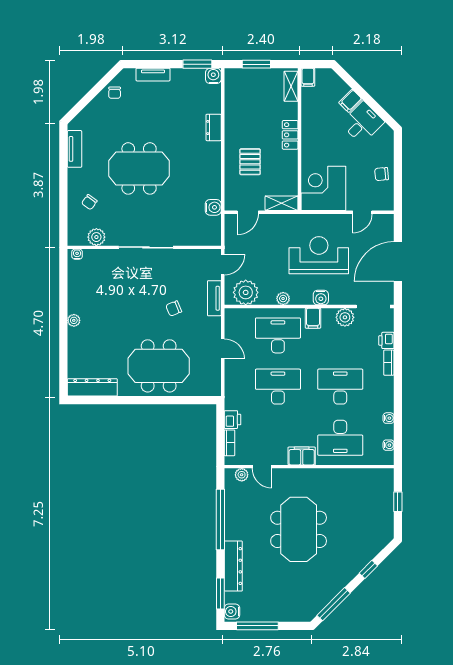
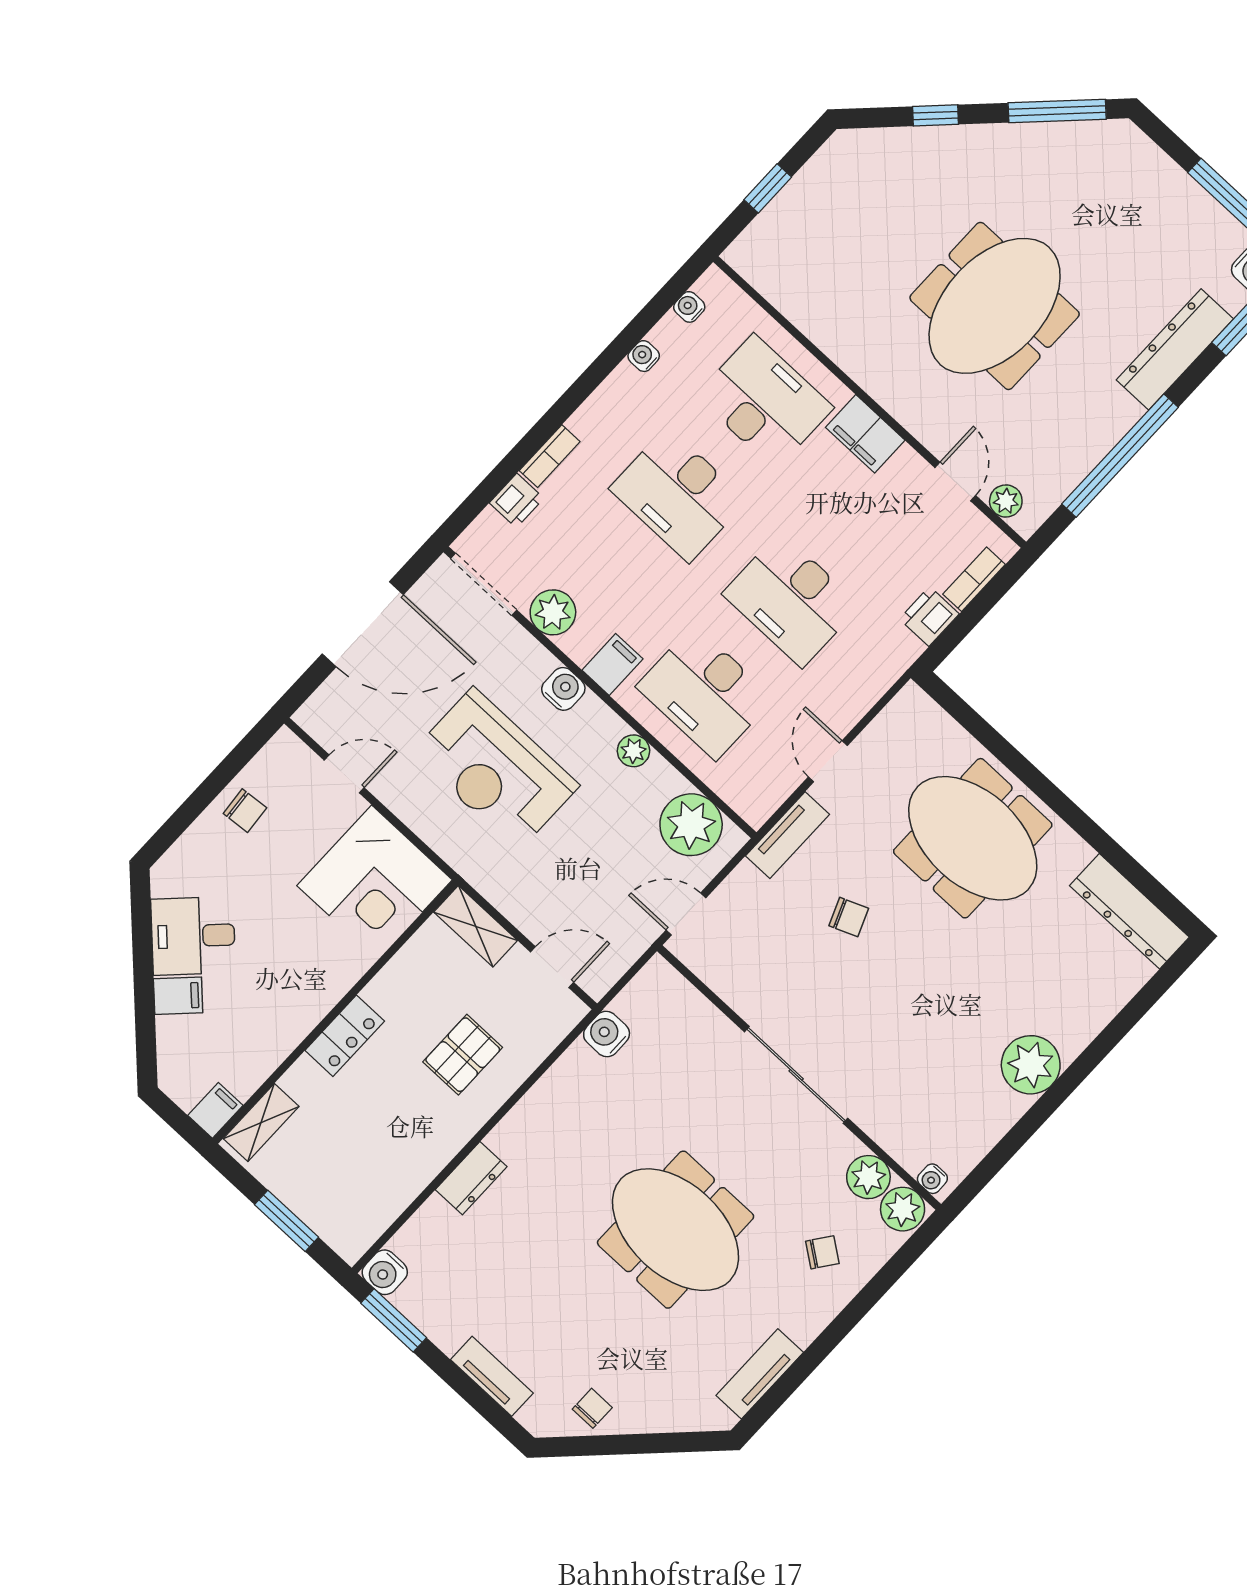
plant: (78, 237) -> (903, 1209), added
tv unit: (214, 298) -> (787, 835), moved
plant: (74, 320) -> (1031, 1065), width x1.87, depth x1.87

